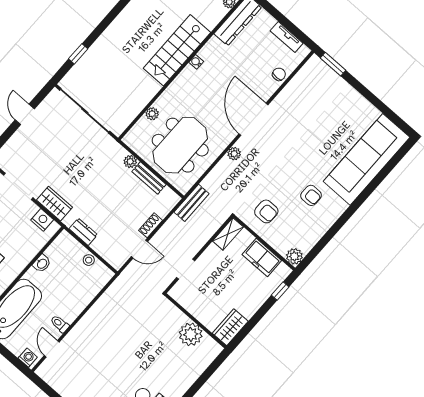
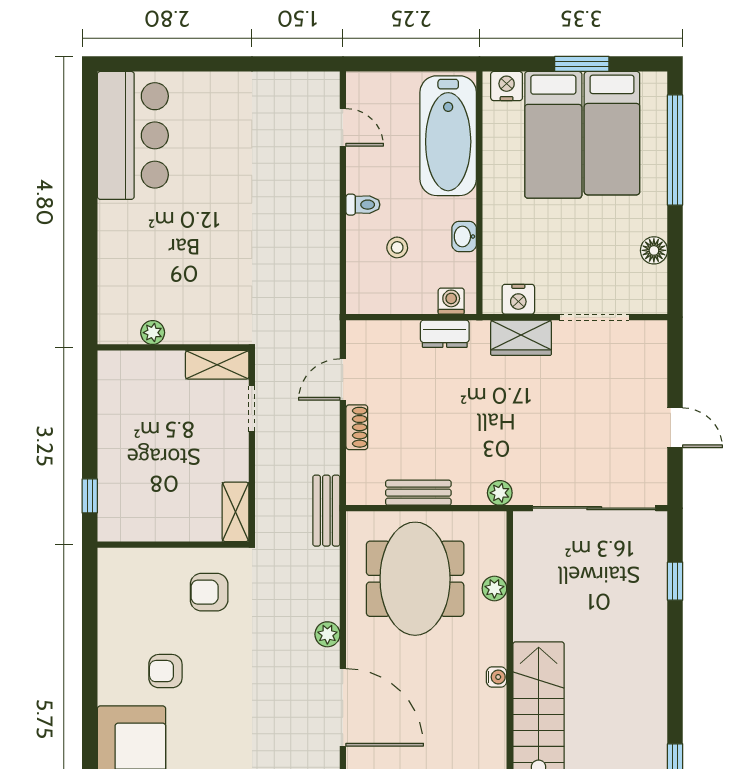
water cooler: (196, 62) -> (497, 677), moved
plant: (130, 161) -> (500, 493), moved
plant: (294, 256) -> (113, 563), removed
freezer: (262, 258) -> (158, 521), removed
stool: (89, 260) -> (397, 247), moved
shelving: (184, 299) -> (217, 365), added
toilet: (60, 324) -> (363, 205), moved
wardrobe: (230, 327) -> (115, 382), removed
plant: (191, 334) -> (153, 333), width x0.53, depth x0.53
washing machine: (28, 358) -> (451, 301), moved, turned 180

